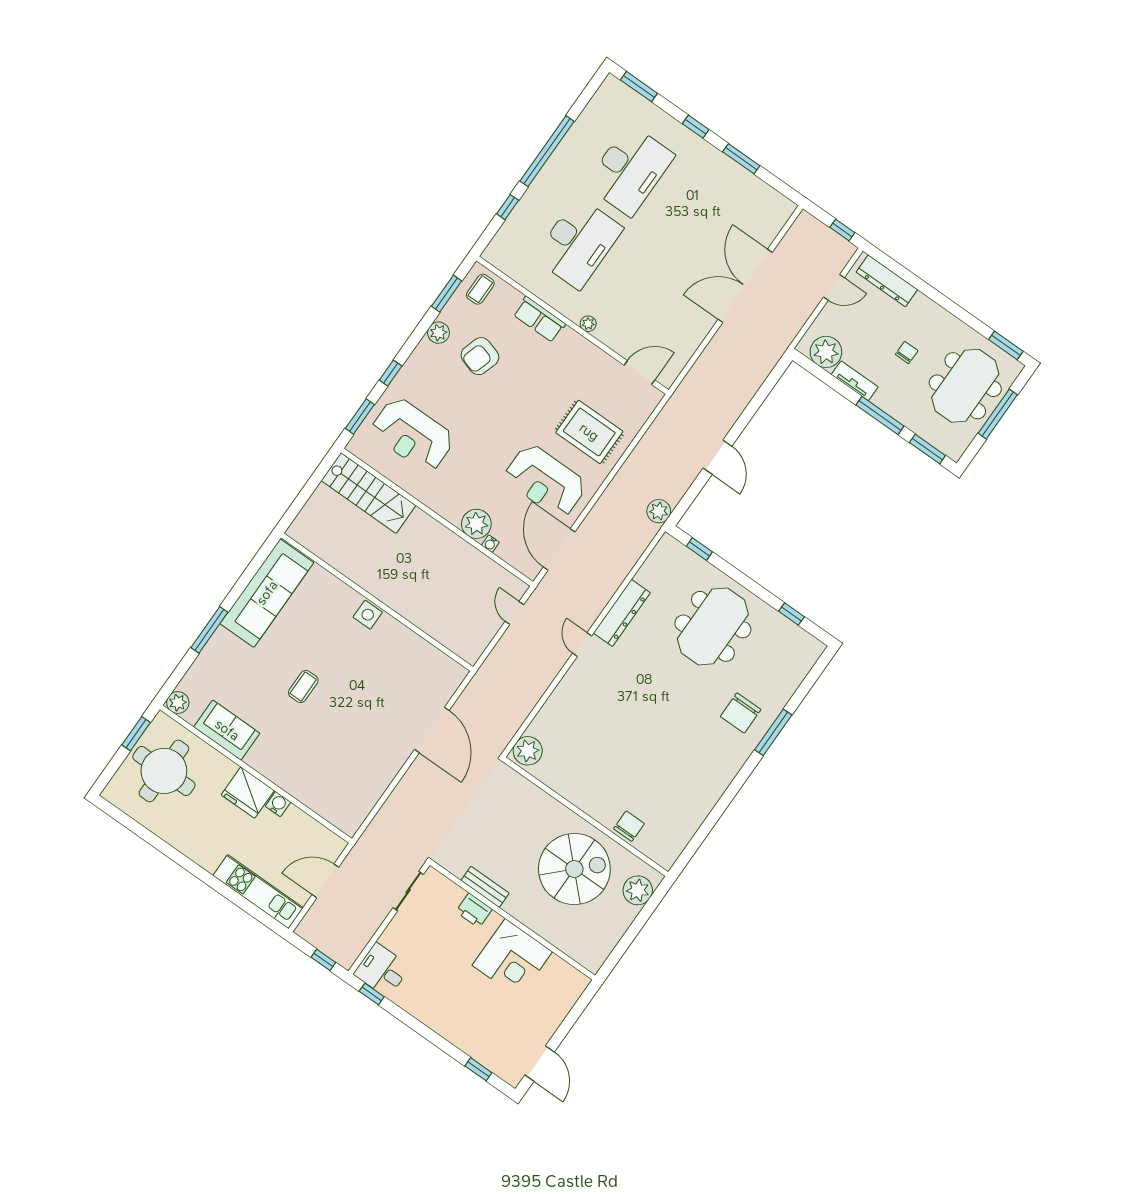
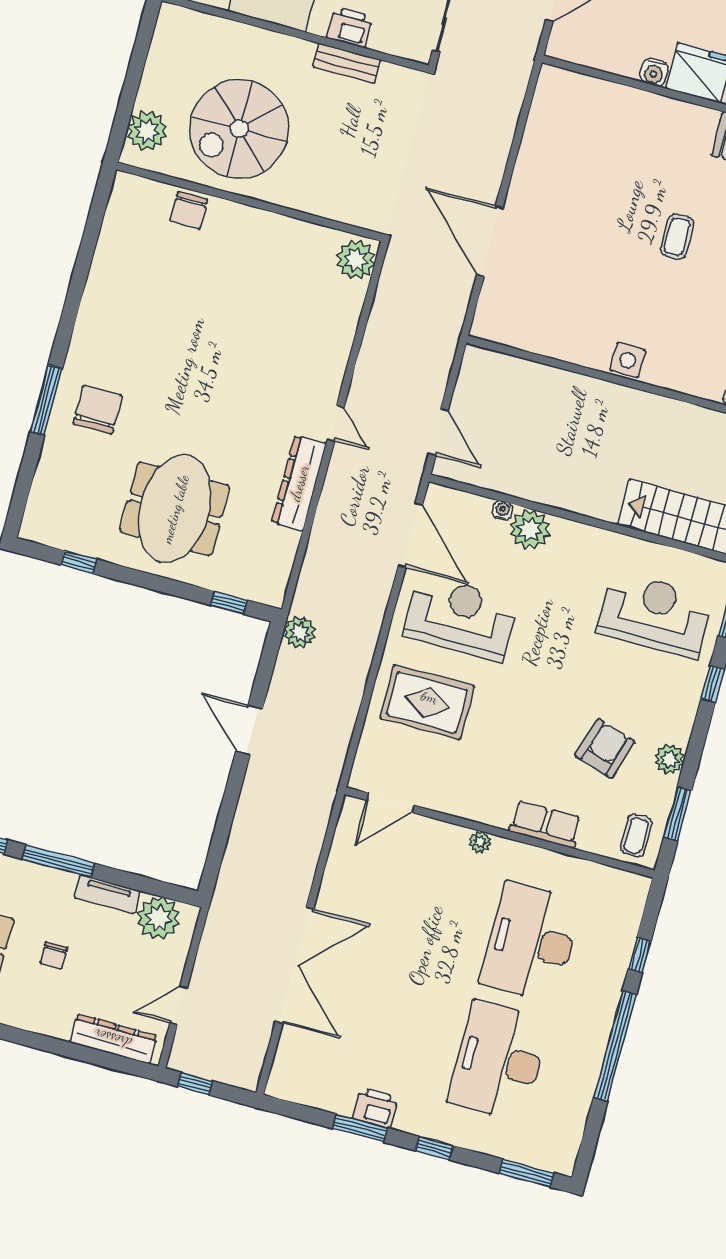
printer: (726, 169) -> (375, 1108), added
door: (514, 613) -> (438, 432), width x1.37

